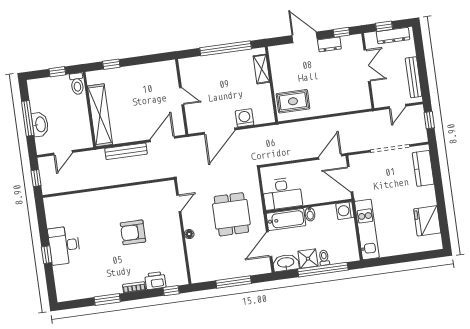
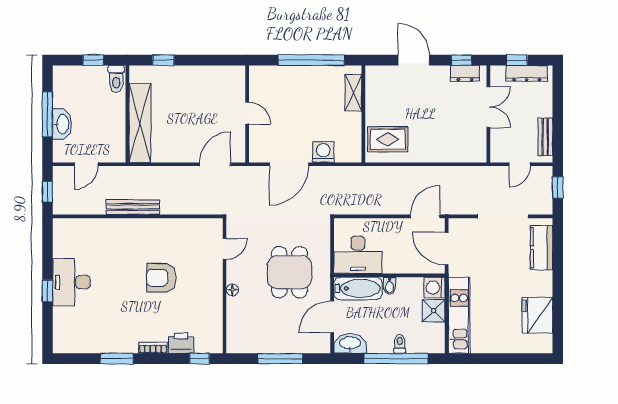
dresser: (329, 44) -> (465, 73), moved
bench: (414, 77) -> (545, 137), width x0.73
bench: (126, 151) -> (133, 207), moved
shower: (308, 259) -> (434, 311), moved

